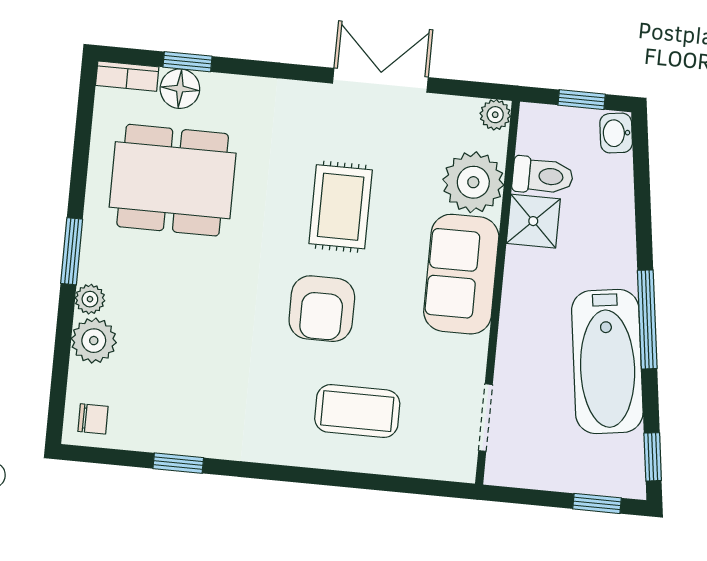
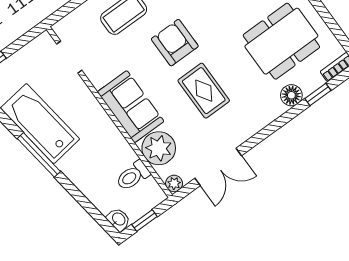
double door: (380, 80) -> (218, 167), moved
floor lamp: (180, 89) -> (291, 95), moved
shower: (533, 221) -> (120, 154), removed

